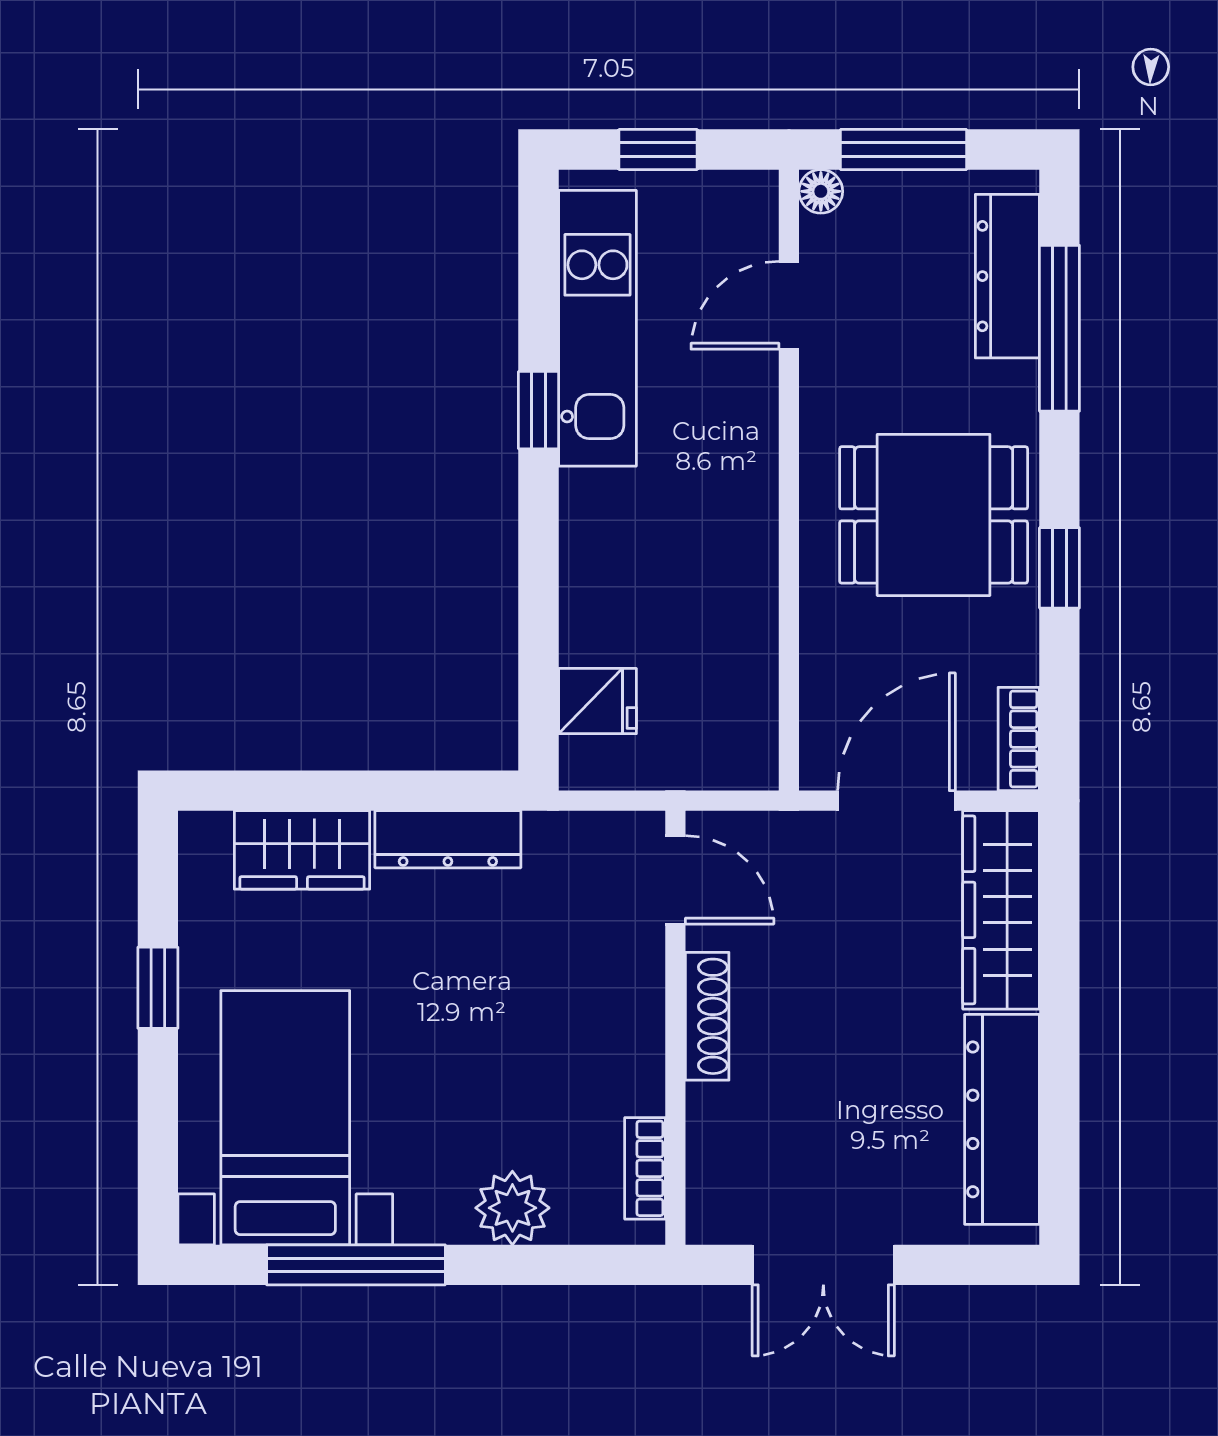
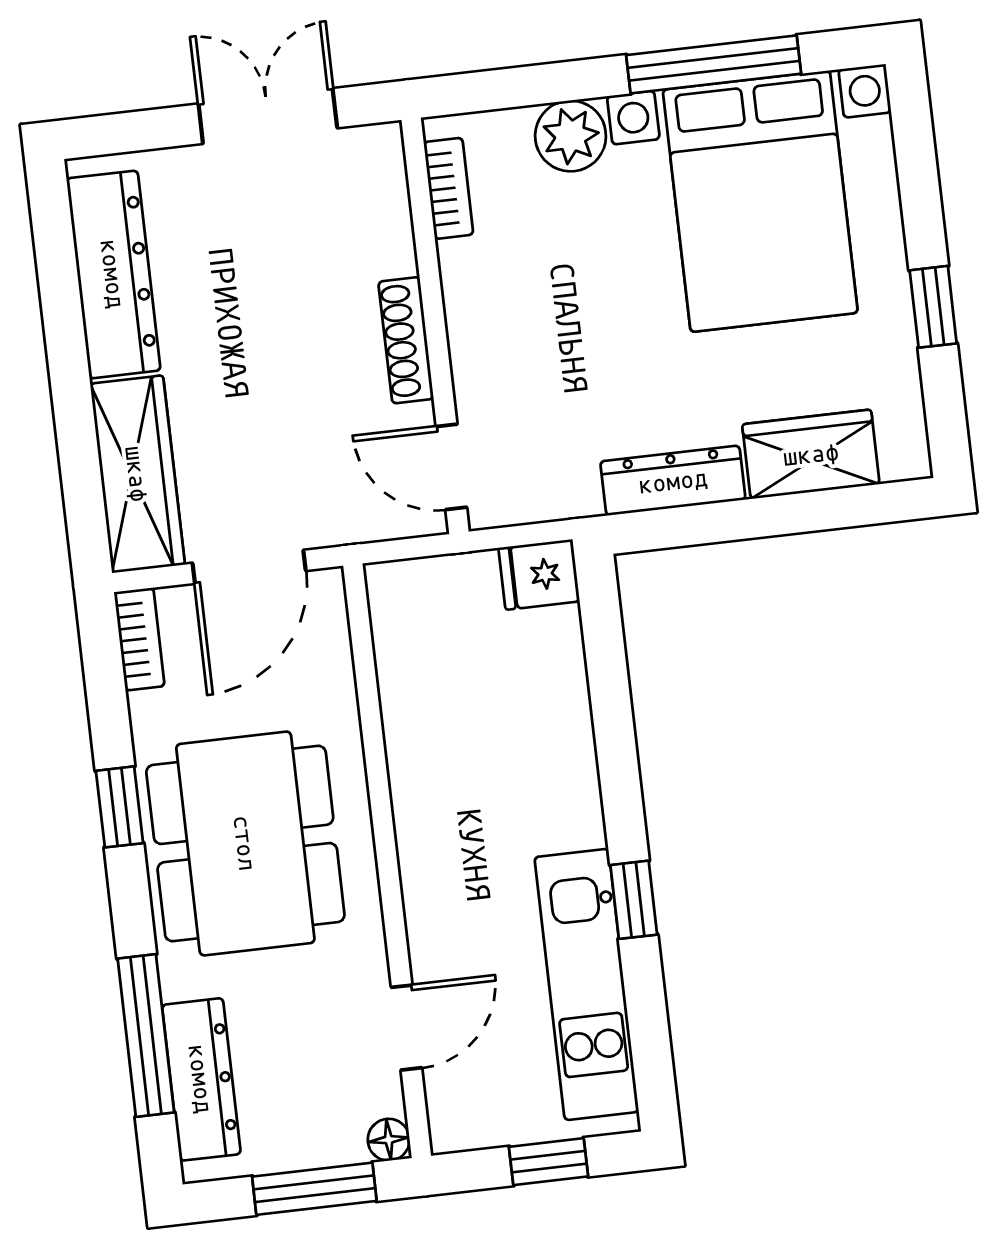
dining table: (934, 515) -> (245, 843), width x1.38
fridge: (598, 701) -> (539, 575), moved
bed with nightstands: (285, 1118) -> (760, 201), width x1.36

